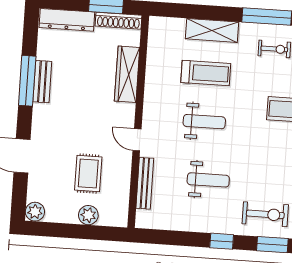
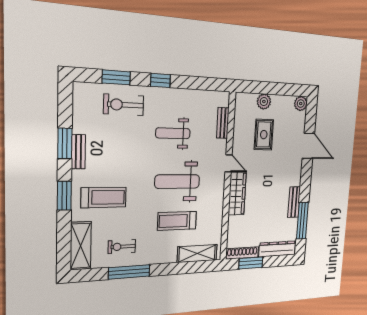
shelving: (212, 30) -> (197, 253), moved
wardrobe: (127, 74) -> (237, 194), moved
window: (27, 81) -> (302, 221), moved
weight bench: (204, 122) -> (177, 182), width x1.36, depth x1.33
bench: (145, 183) -> (223, 123), width x0.73

